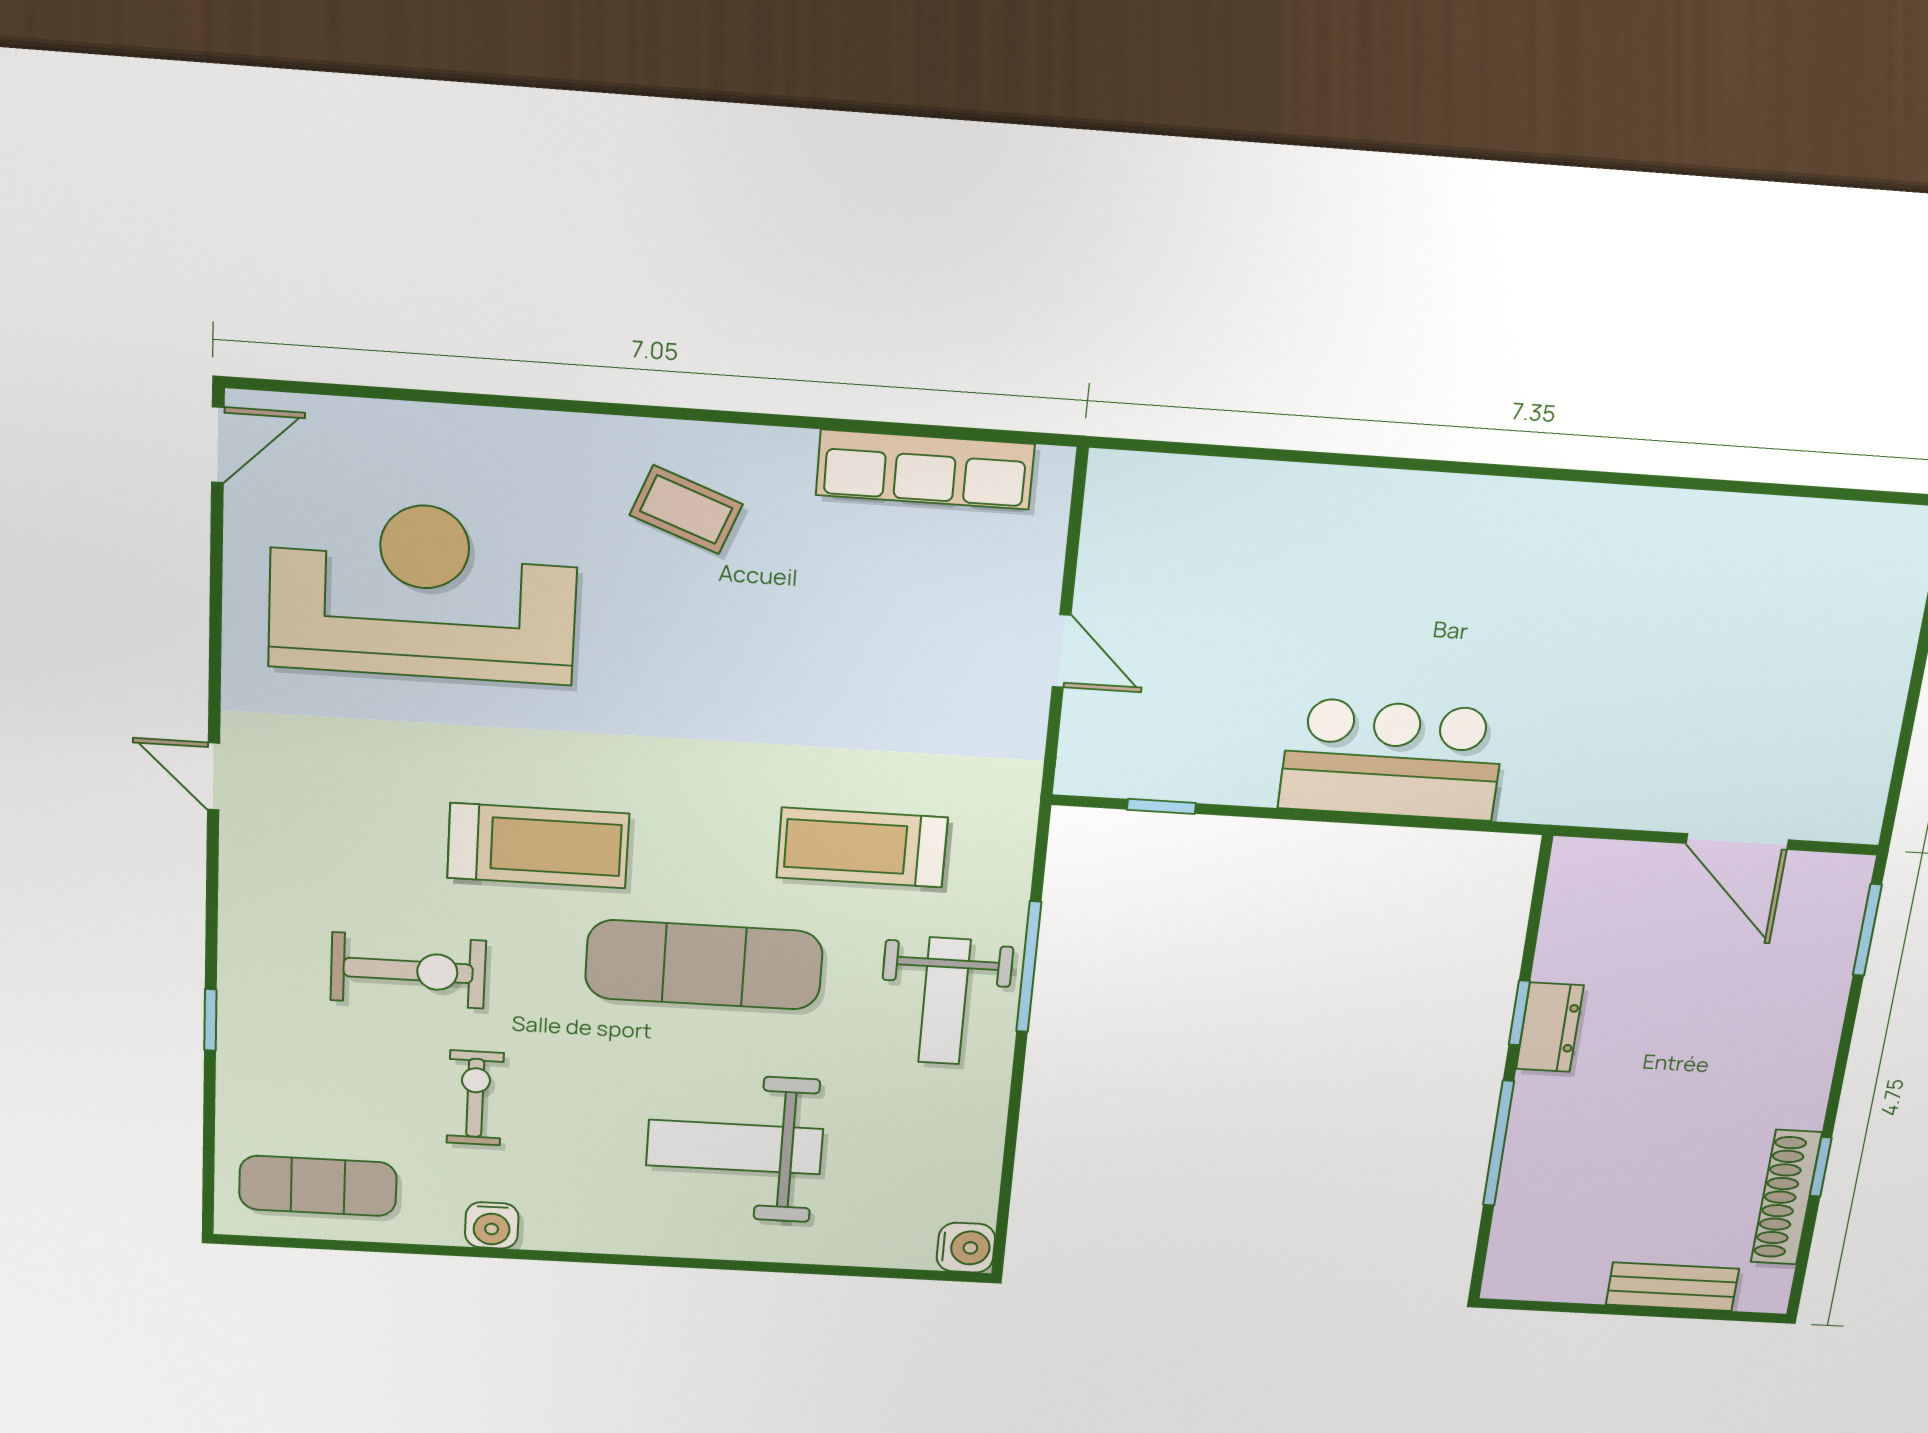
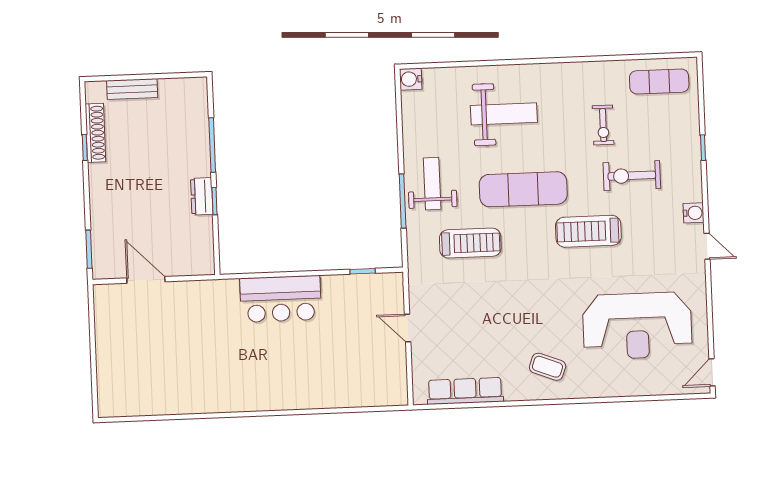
water cooler: (492, 1225) -> (693, 213), moved, turned 90

